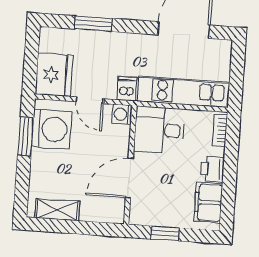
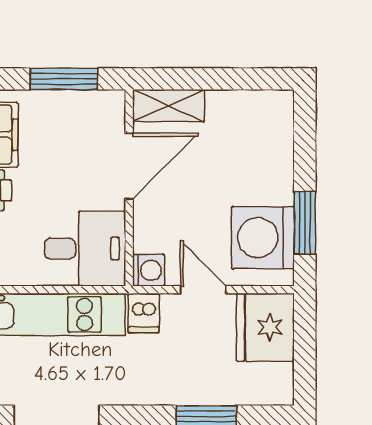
shelving: (57, 210) -> (168, 106), moved
window: (165, 233) -> (64, 79), width x1.50

